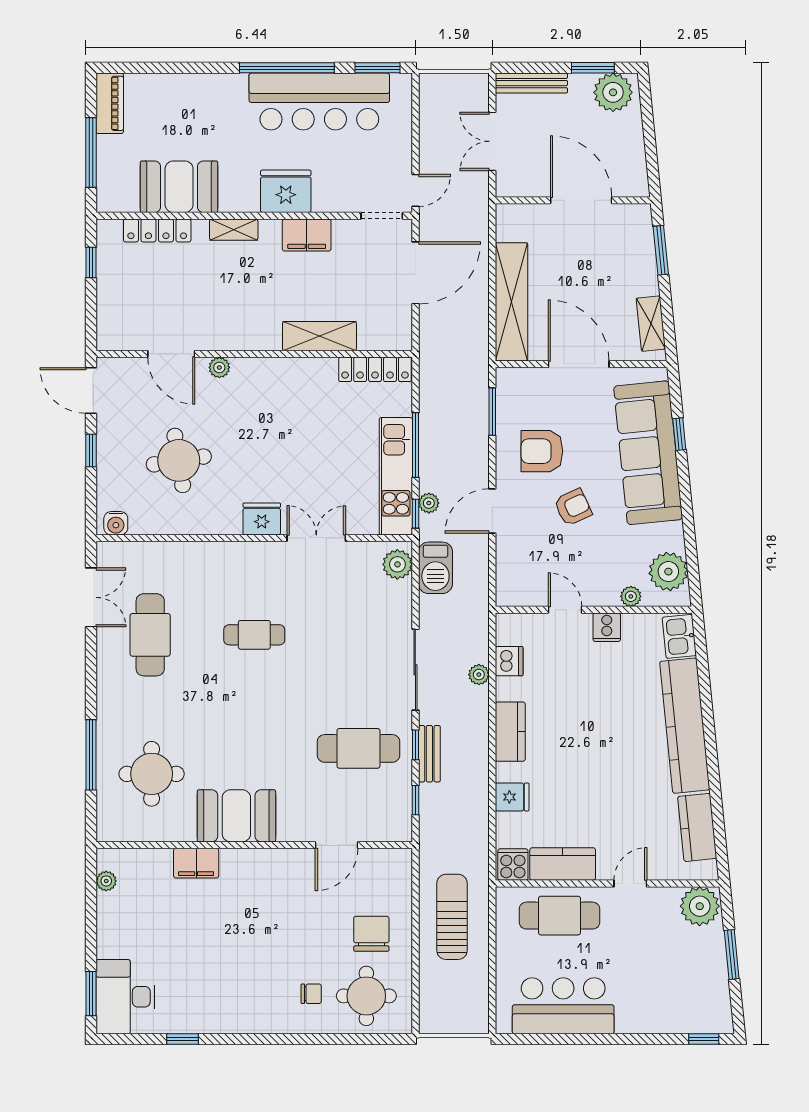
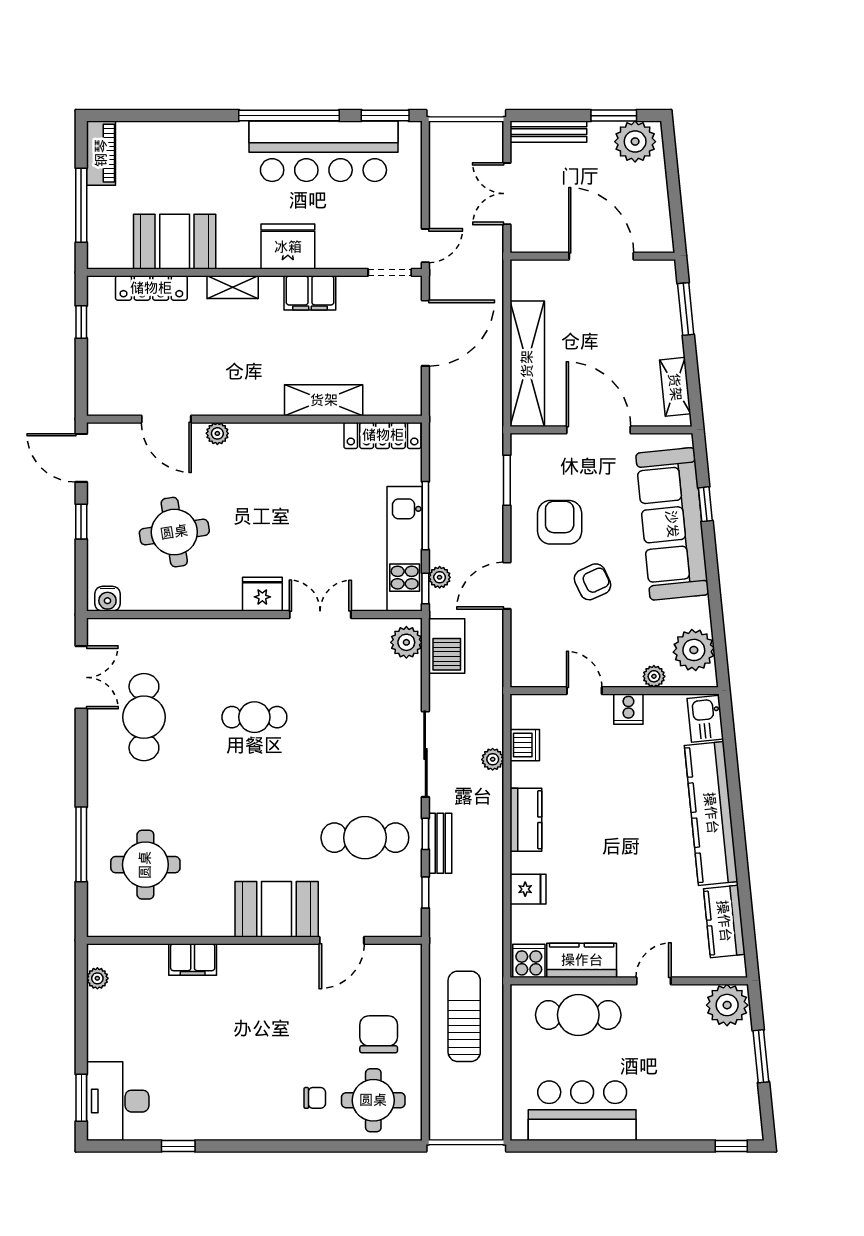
armchair: (542, 451) -> (560, 522), turned 90
booth: (236, 816) -> (277, 909), moved

